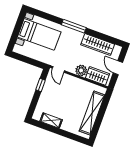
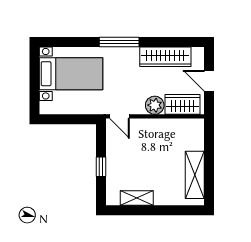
window: (41, 85) -> (101, 167), moved
shelving: (92, 113) -> (195, 175), width x0.68

